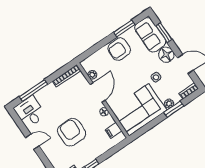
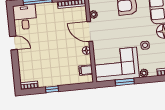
door: (98, 92) -> (90, 31), swing flipped
window: (174, 109) -> (125, 82), moved
armchair: (72, 132) -> (50, 53), removed

